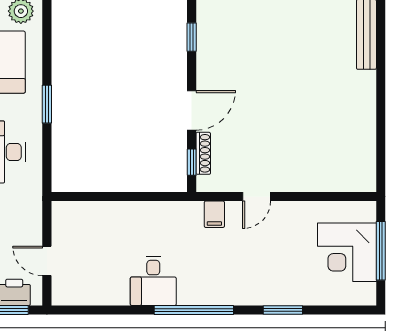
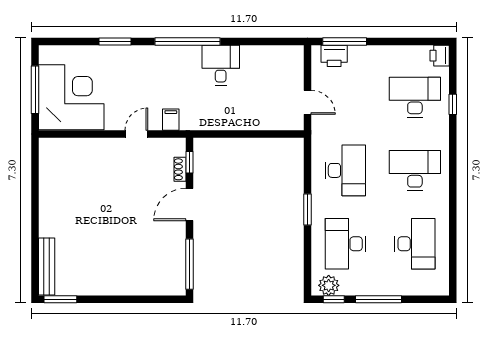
window: (192, 37) -> (189, 264), width x2.17
shoe rack: (203, 153) -> (180, 169), width x0.70
corner desk: (347, 252) -> (71, 97), width x1.36, depth x1.36
door: (47, 261) -> (307, 102), moved

